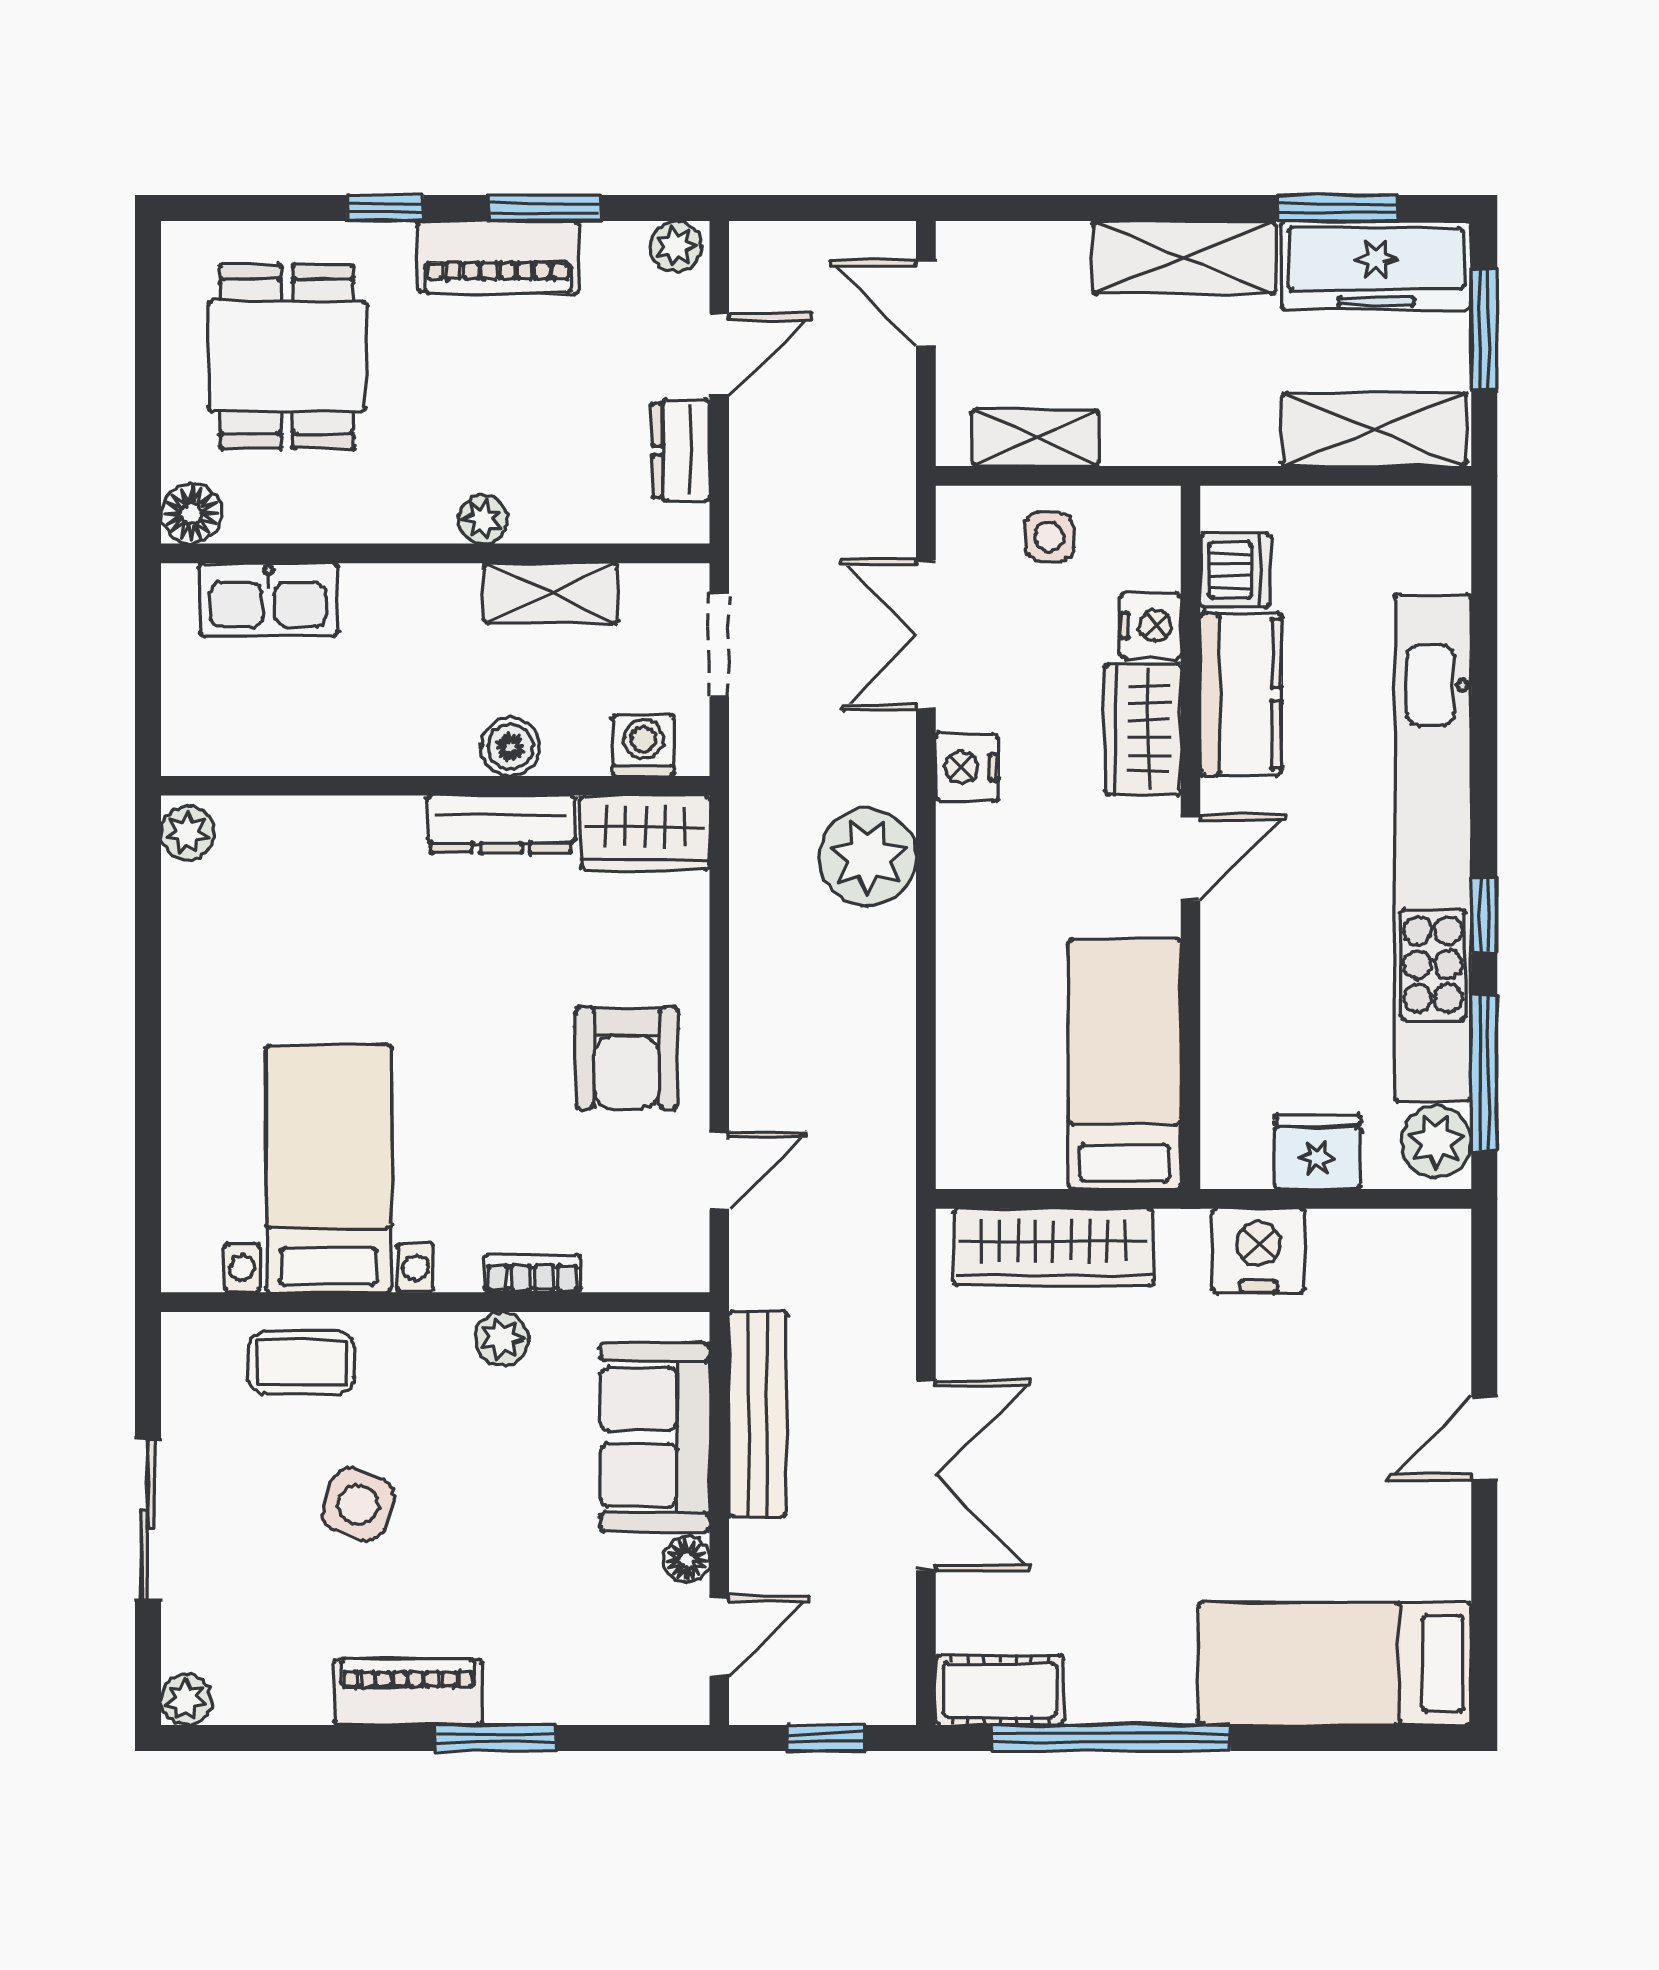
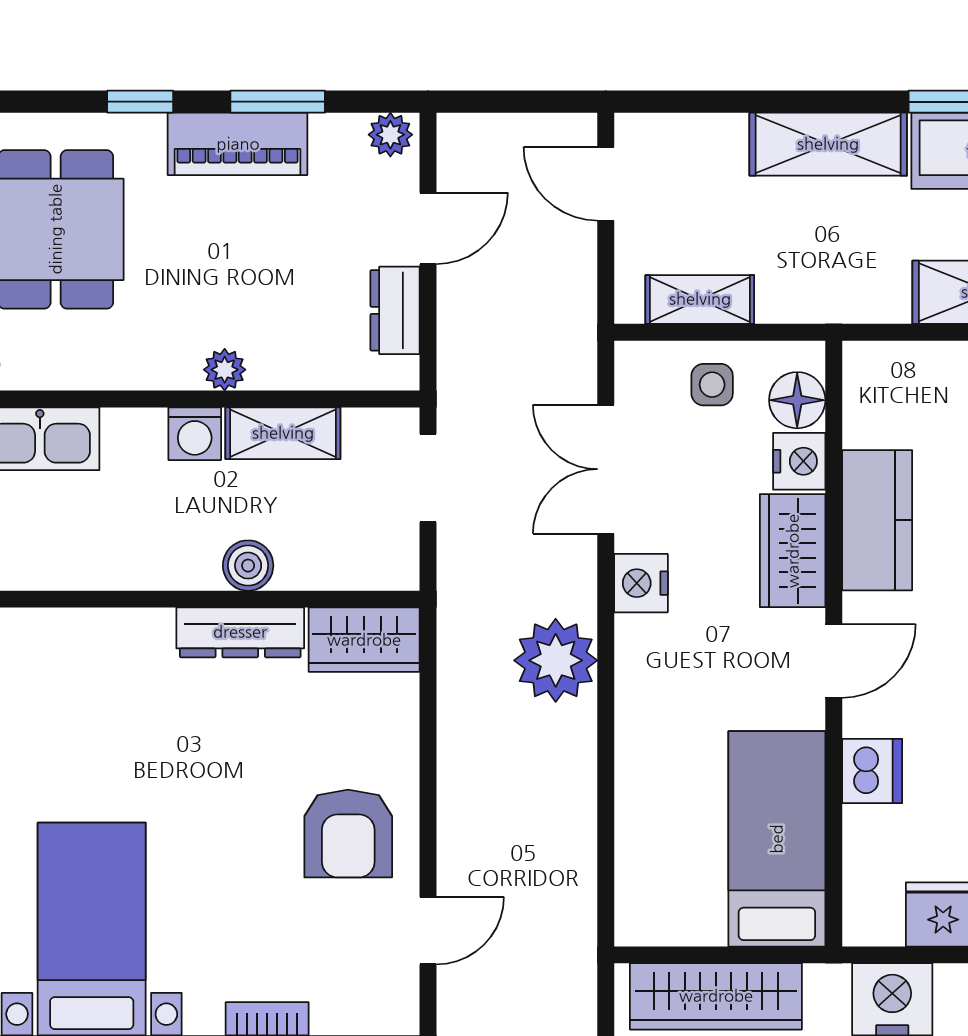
floor lamp: (1148, 555) -> (797, 400), added
dishwasher: (1235, 570) -> (872, 771), moved
washing machine: (643, 745) -> (195, 434), moved, turned 180

